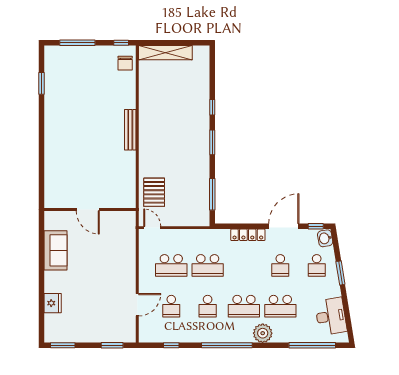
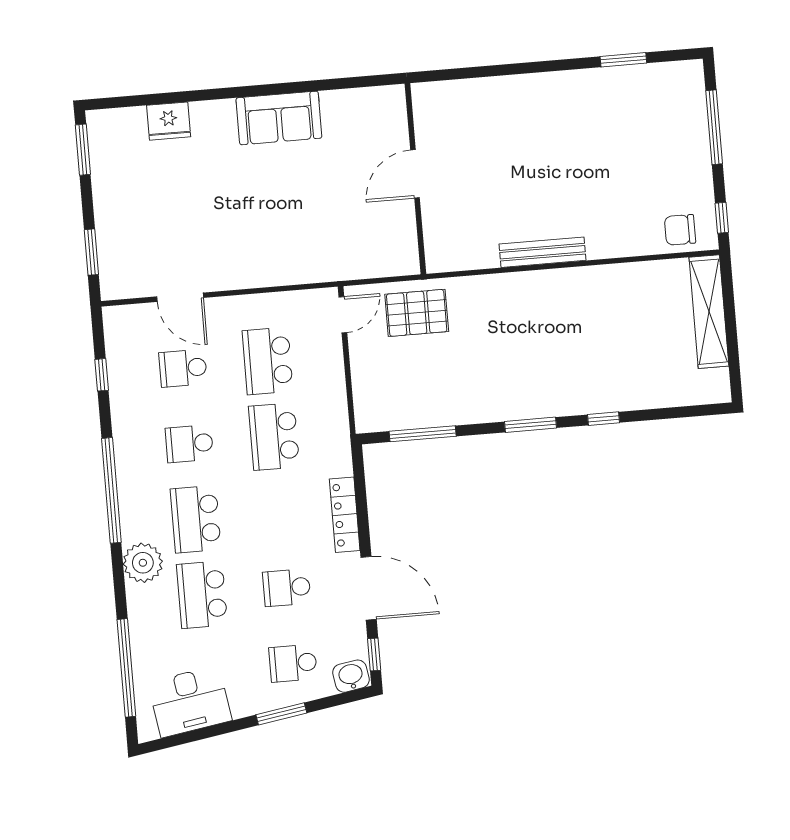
door: (88, 210) -> (415, 174), moved
wall: (90, 210) -> (415, 179), moved

